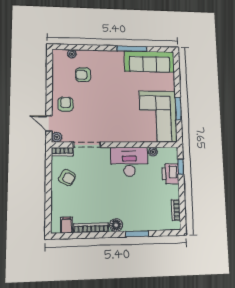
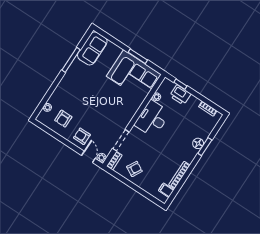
sofa: (149, 62) -> (92, 48), width x0.73
armchair: (83, 75) -> (63, 119), moved
door: (49, 124) -> (88, 157), swing flipped
floor lamp: (116, 225) -> (198, 143), moved

